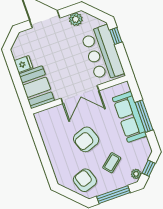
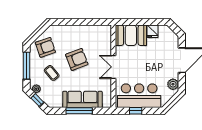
window: (116, 36) -> (136, 111), moved
double door: (80, 94) -> (113, 67), width x0.73
armchair: (86, 139) -> (77, 59), turned 89

